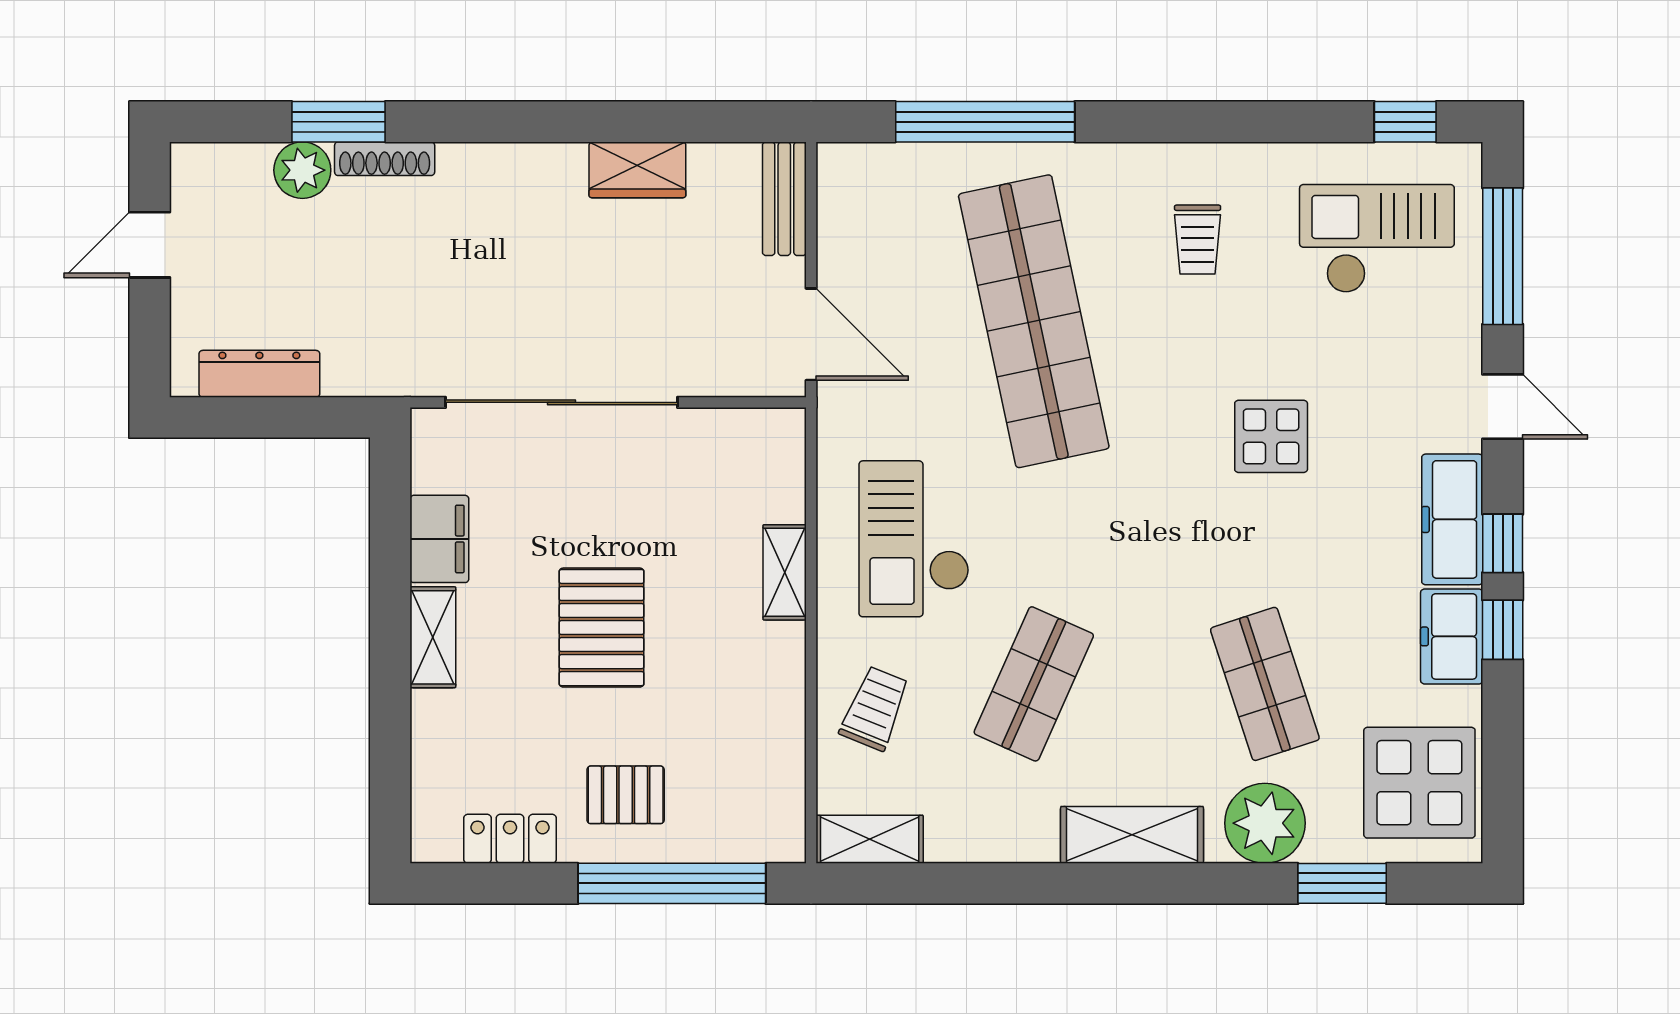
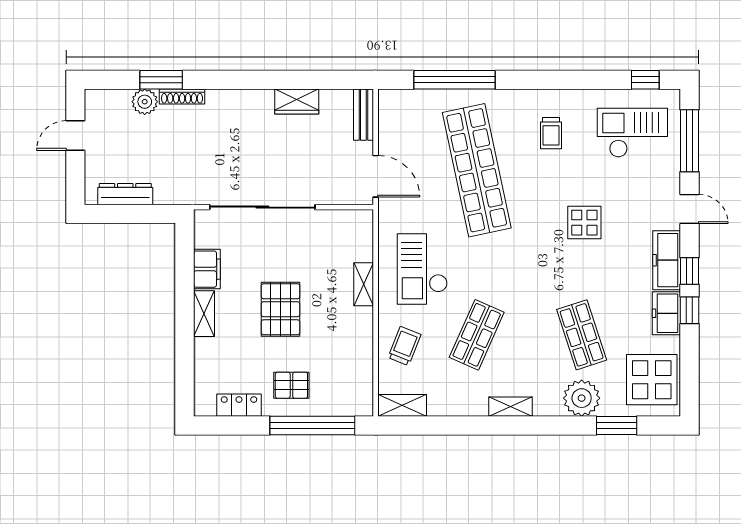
shelving: (1132, 835) -> (510, 407), width x0.67, depth x0.75

